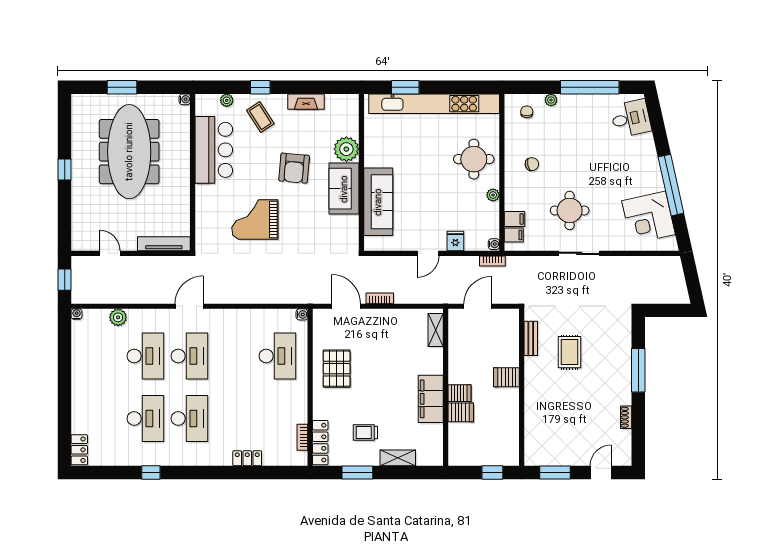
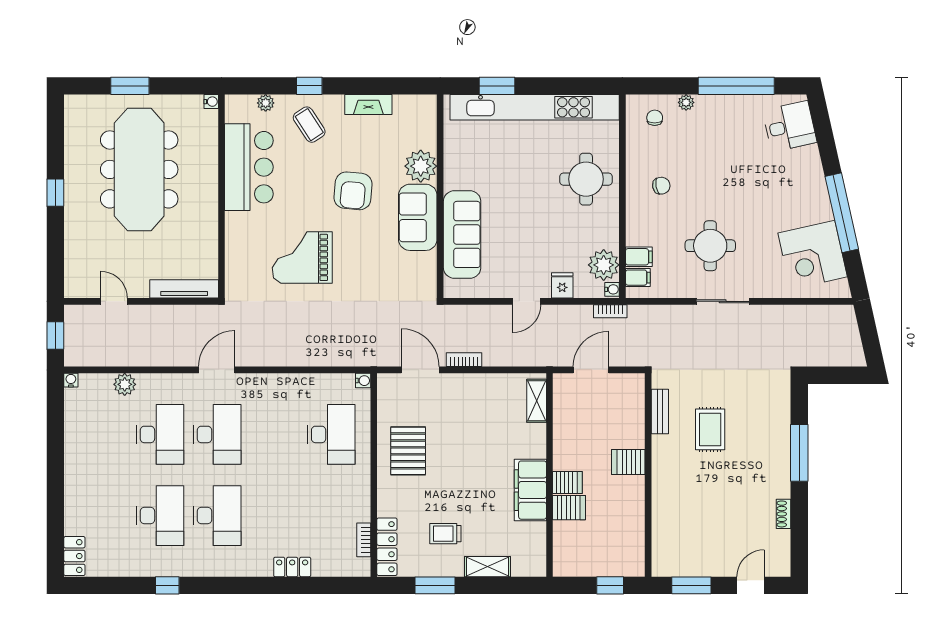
plant: (493, 195) -> (604, 265), moved, width x1.87, depth x1.87

